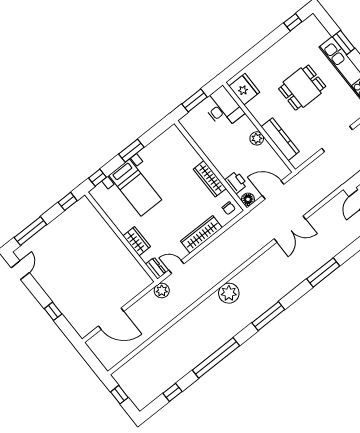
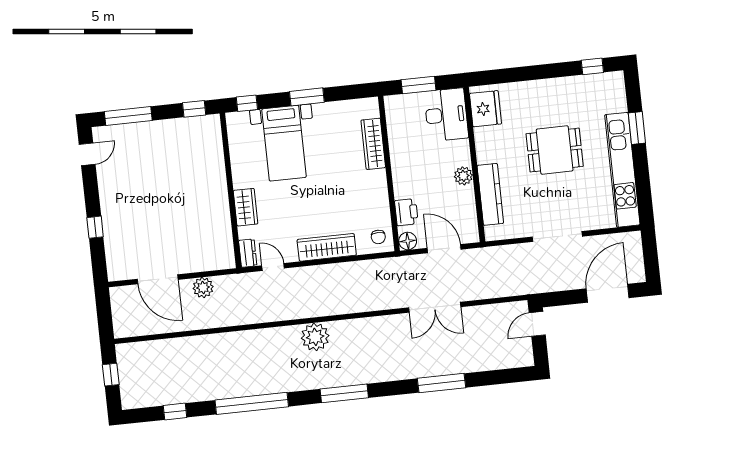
wardrobe: (210, 179) -> (373, 144), moved
plant: (162, 291) -> (203, 288), moved

